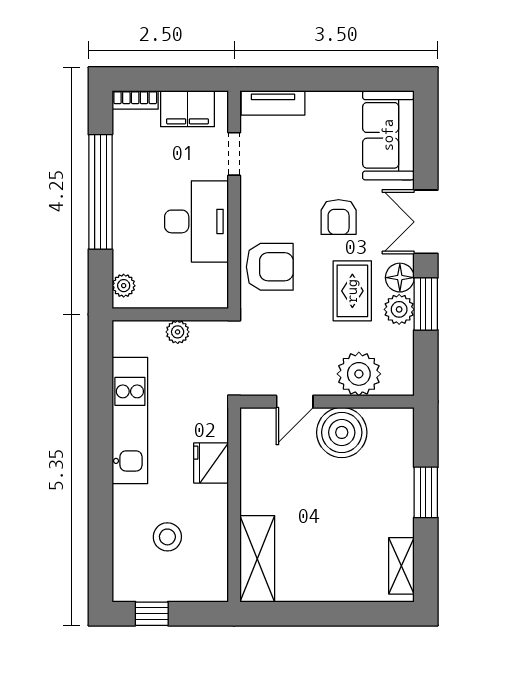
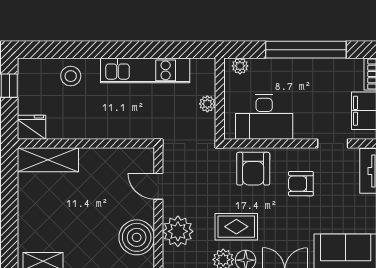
armchair: (339, 217) -> (301, 184), moved
desk: (196, 221) -> (264, 117), moved
boiler: (342, 432) -> (137, 237), moved
fridge: (211, 463) -> (32, 127), moved
stool: (167, 537) -> (71, 76), moved

